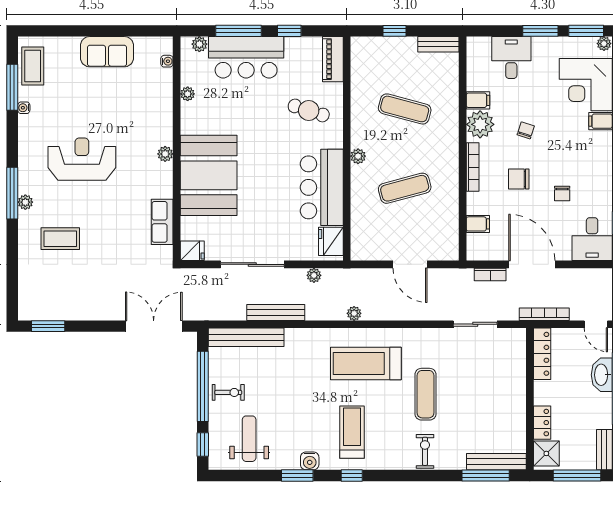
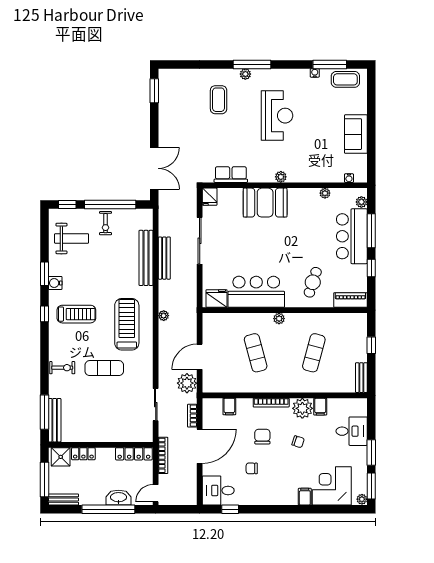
booth: (209, 175) -> (265, 203), width x0.73, depth x0.70
plant: (314, 275) -> (187, 383), moved, width x1.87, depth x1.87
bench: (246, 337) -> (146, 258), moved

